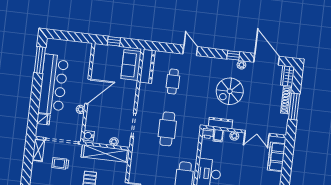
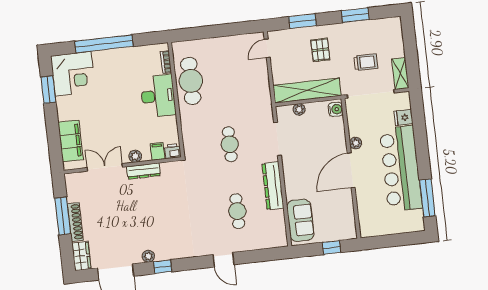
dresser: (147, 66) -> (273, 186), moved
spiral stairs: (230, 91) -> (156, 216), removed
dresser: (221, 123) -> (144, 171), moved
cafe table: (167, 129) -> (230, 144), width x0.73, depth x0.74

